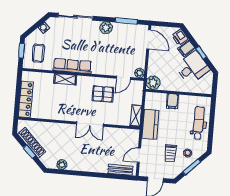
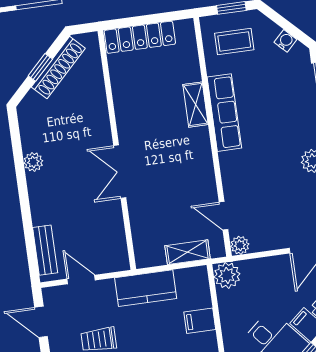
pallet: (103, 94) -> (183, 184), removed
shelving: (136, 116) -> (188, 252), moved
plant: (62, 165) -> (33, 162), moved

